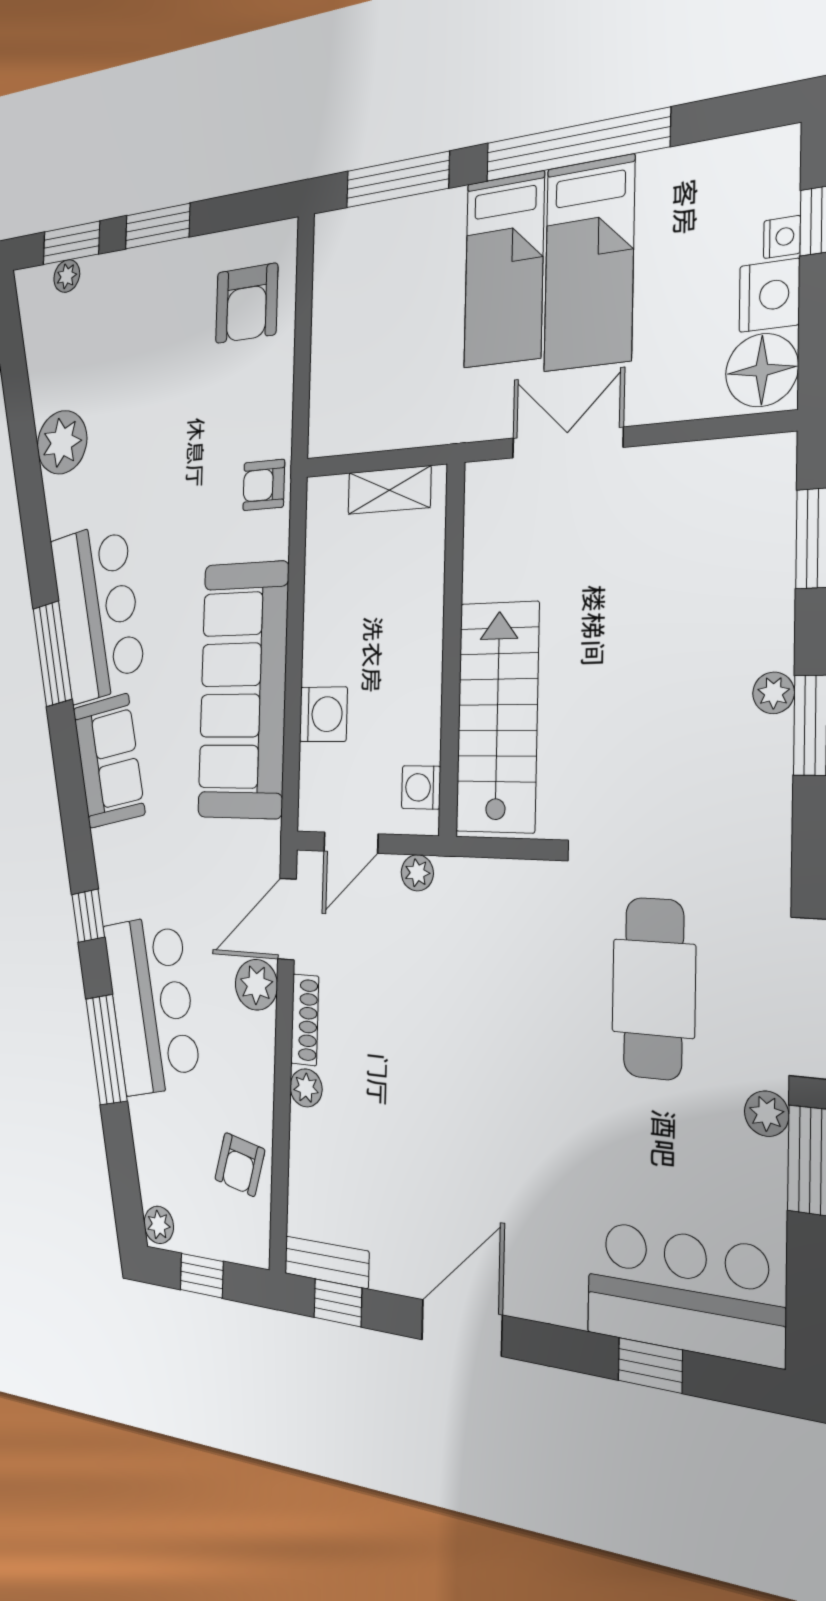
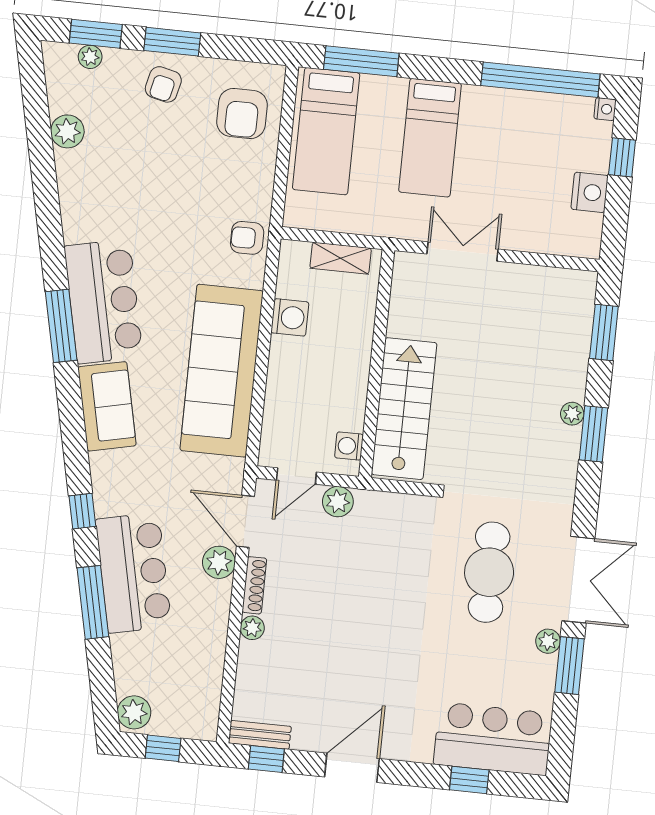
window: (576, 145) -> (540, 80), moved
nightstand: (782, 237) -> (605, 109), moved
bed: (589, 264) -> (326, 131), moved
floor lamp: (762, 370) -> (582, 233), removed
plant: (62, 442) -> (67, 131), moved, width x0.73, depth x0.73
washing machine: (323, 714) -> (290, 317), moved
plant: (417, 873) -> (338, 502), width x1.38, depth x1.38
door: (287, 919) -> (245, 521), hinge flipped
armchair: (240, 1165) -> (163, 84), moved
plant: (159, 1225) -> (134, 712), width x1.38, depth x1.38

